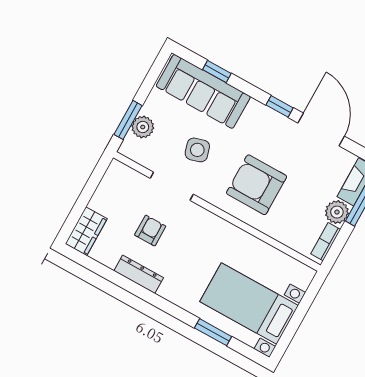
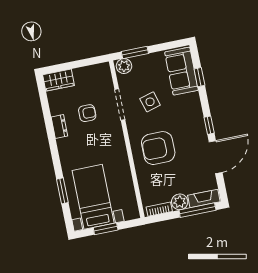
sofa: (203, 91) -> (181, 71), width x0.73
plant: (143, 127) -> (124, 66), moved
armchair: (257, 185) -> (158, 148), turned -90
dresser: (139, 274) -> (59, 127), width x0.70
window: (296, 320) -> (106, 229), added

